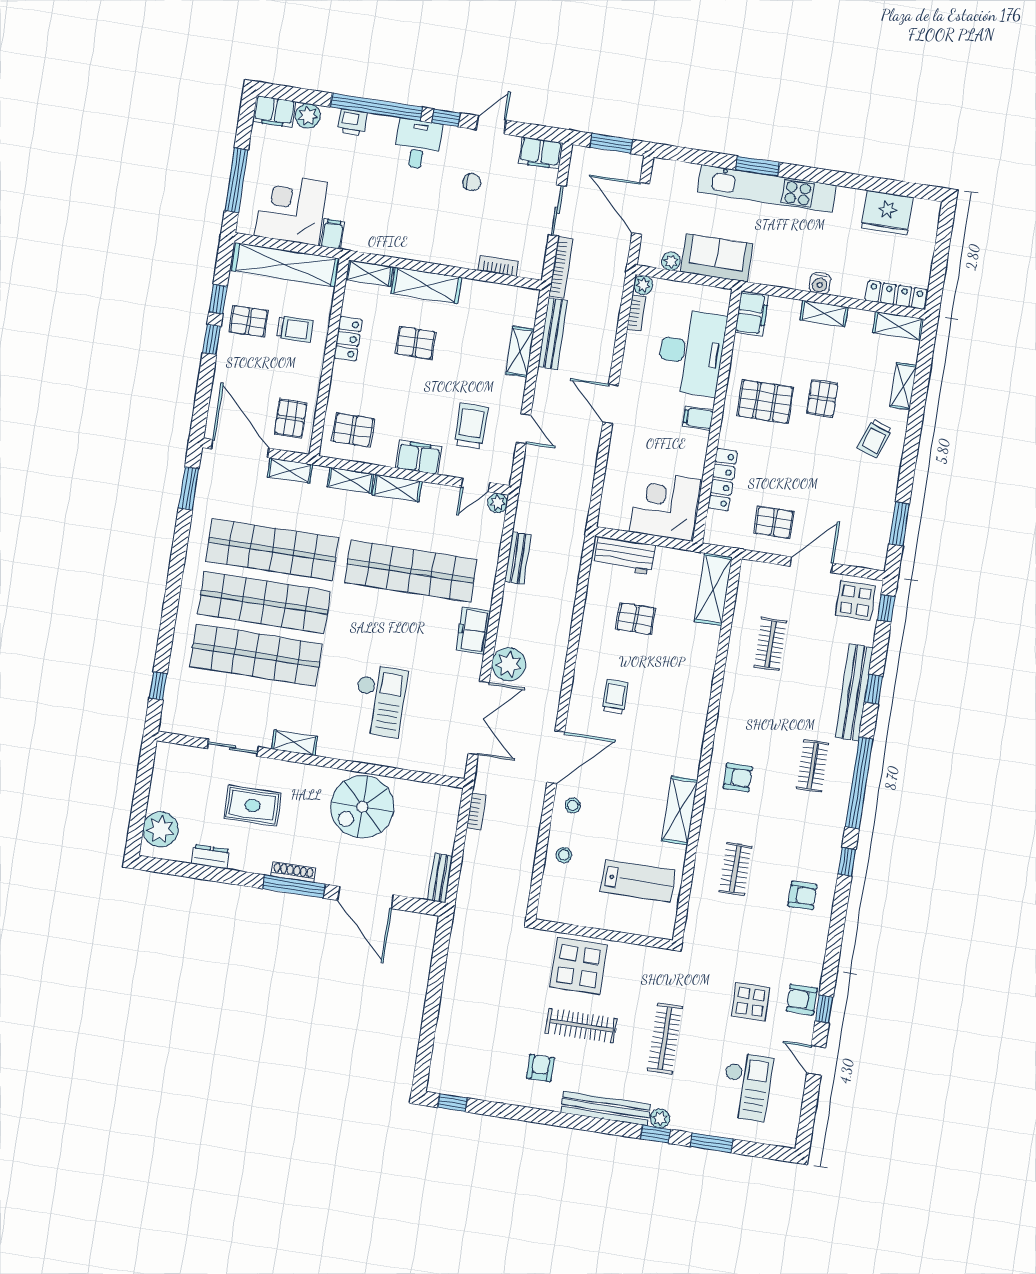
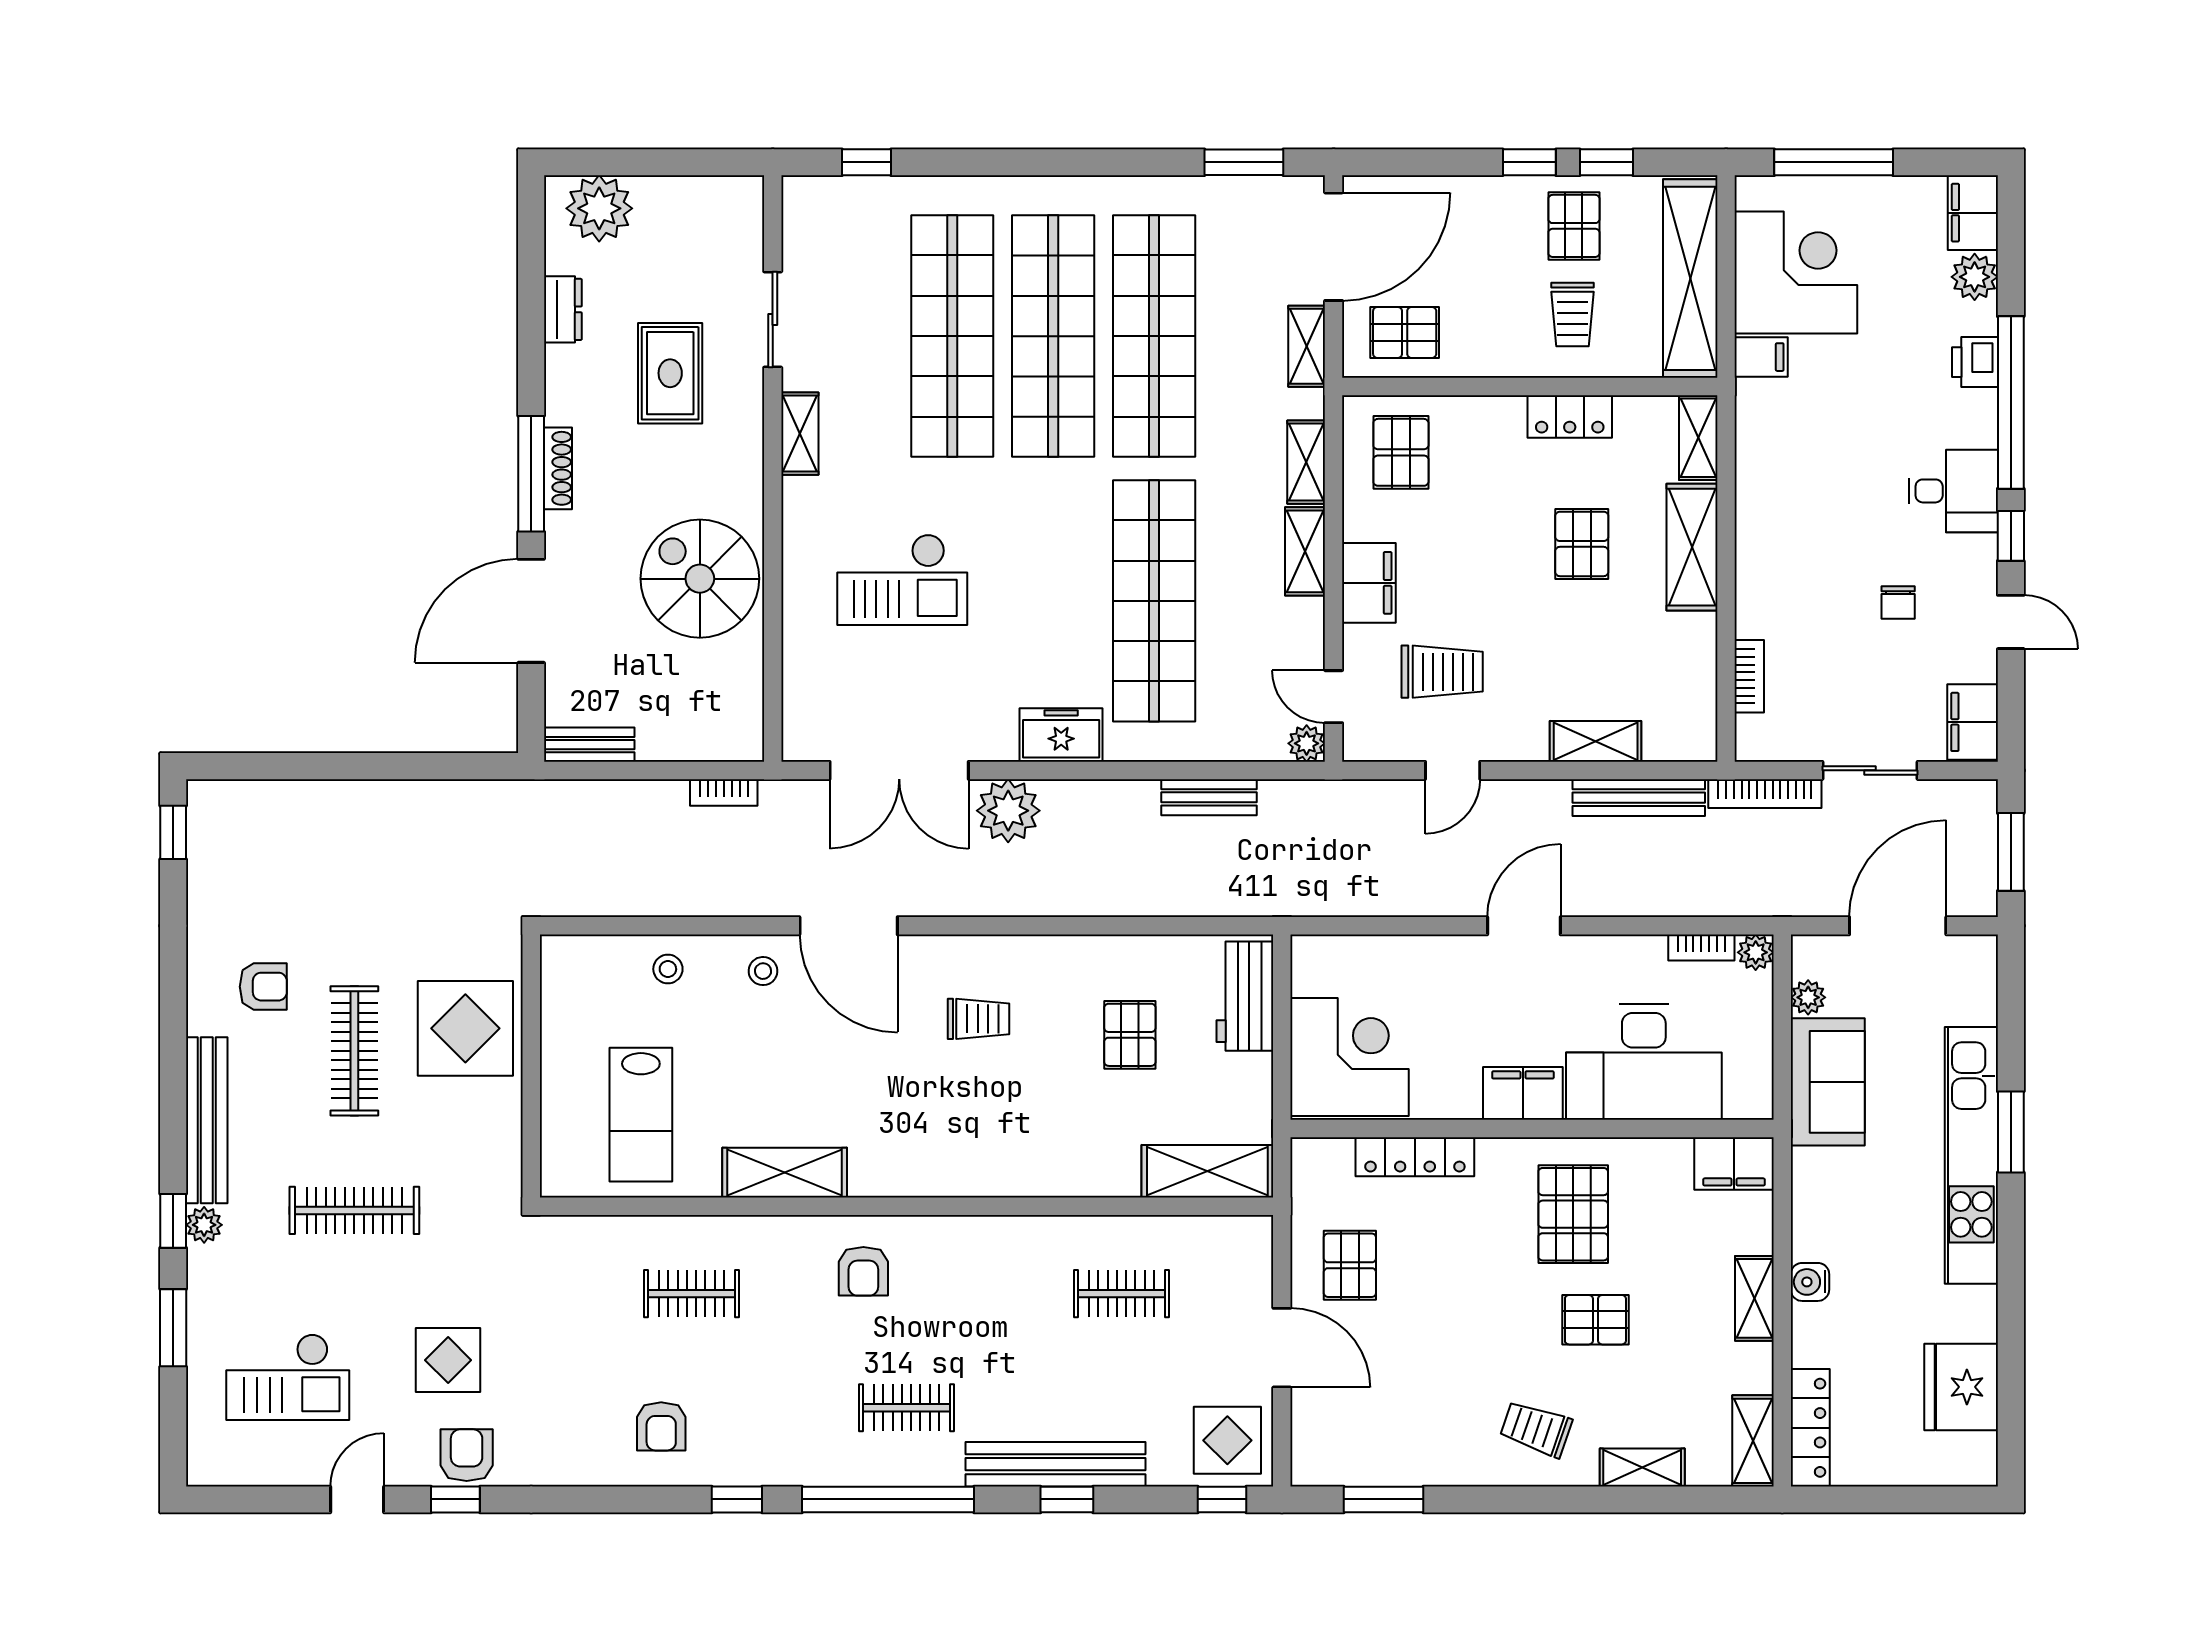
filing cabinet: (698, 418) -> (1523, 1093), width x2.00

